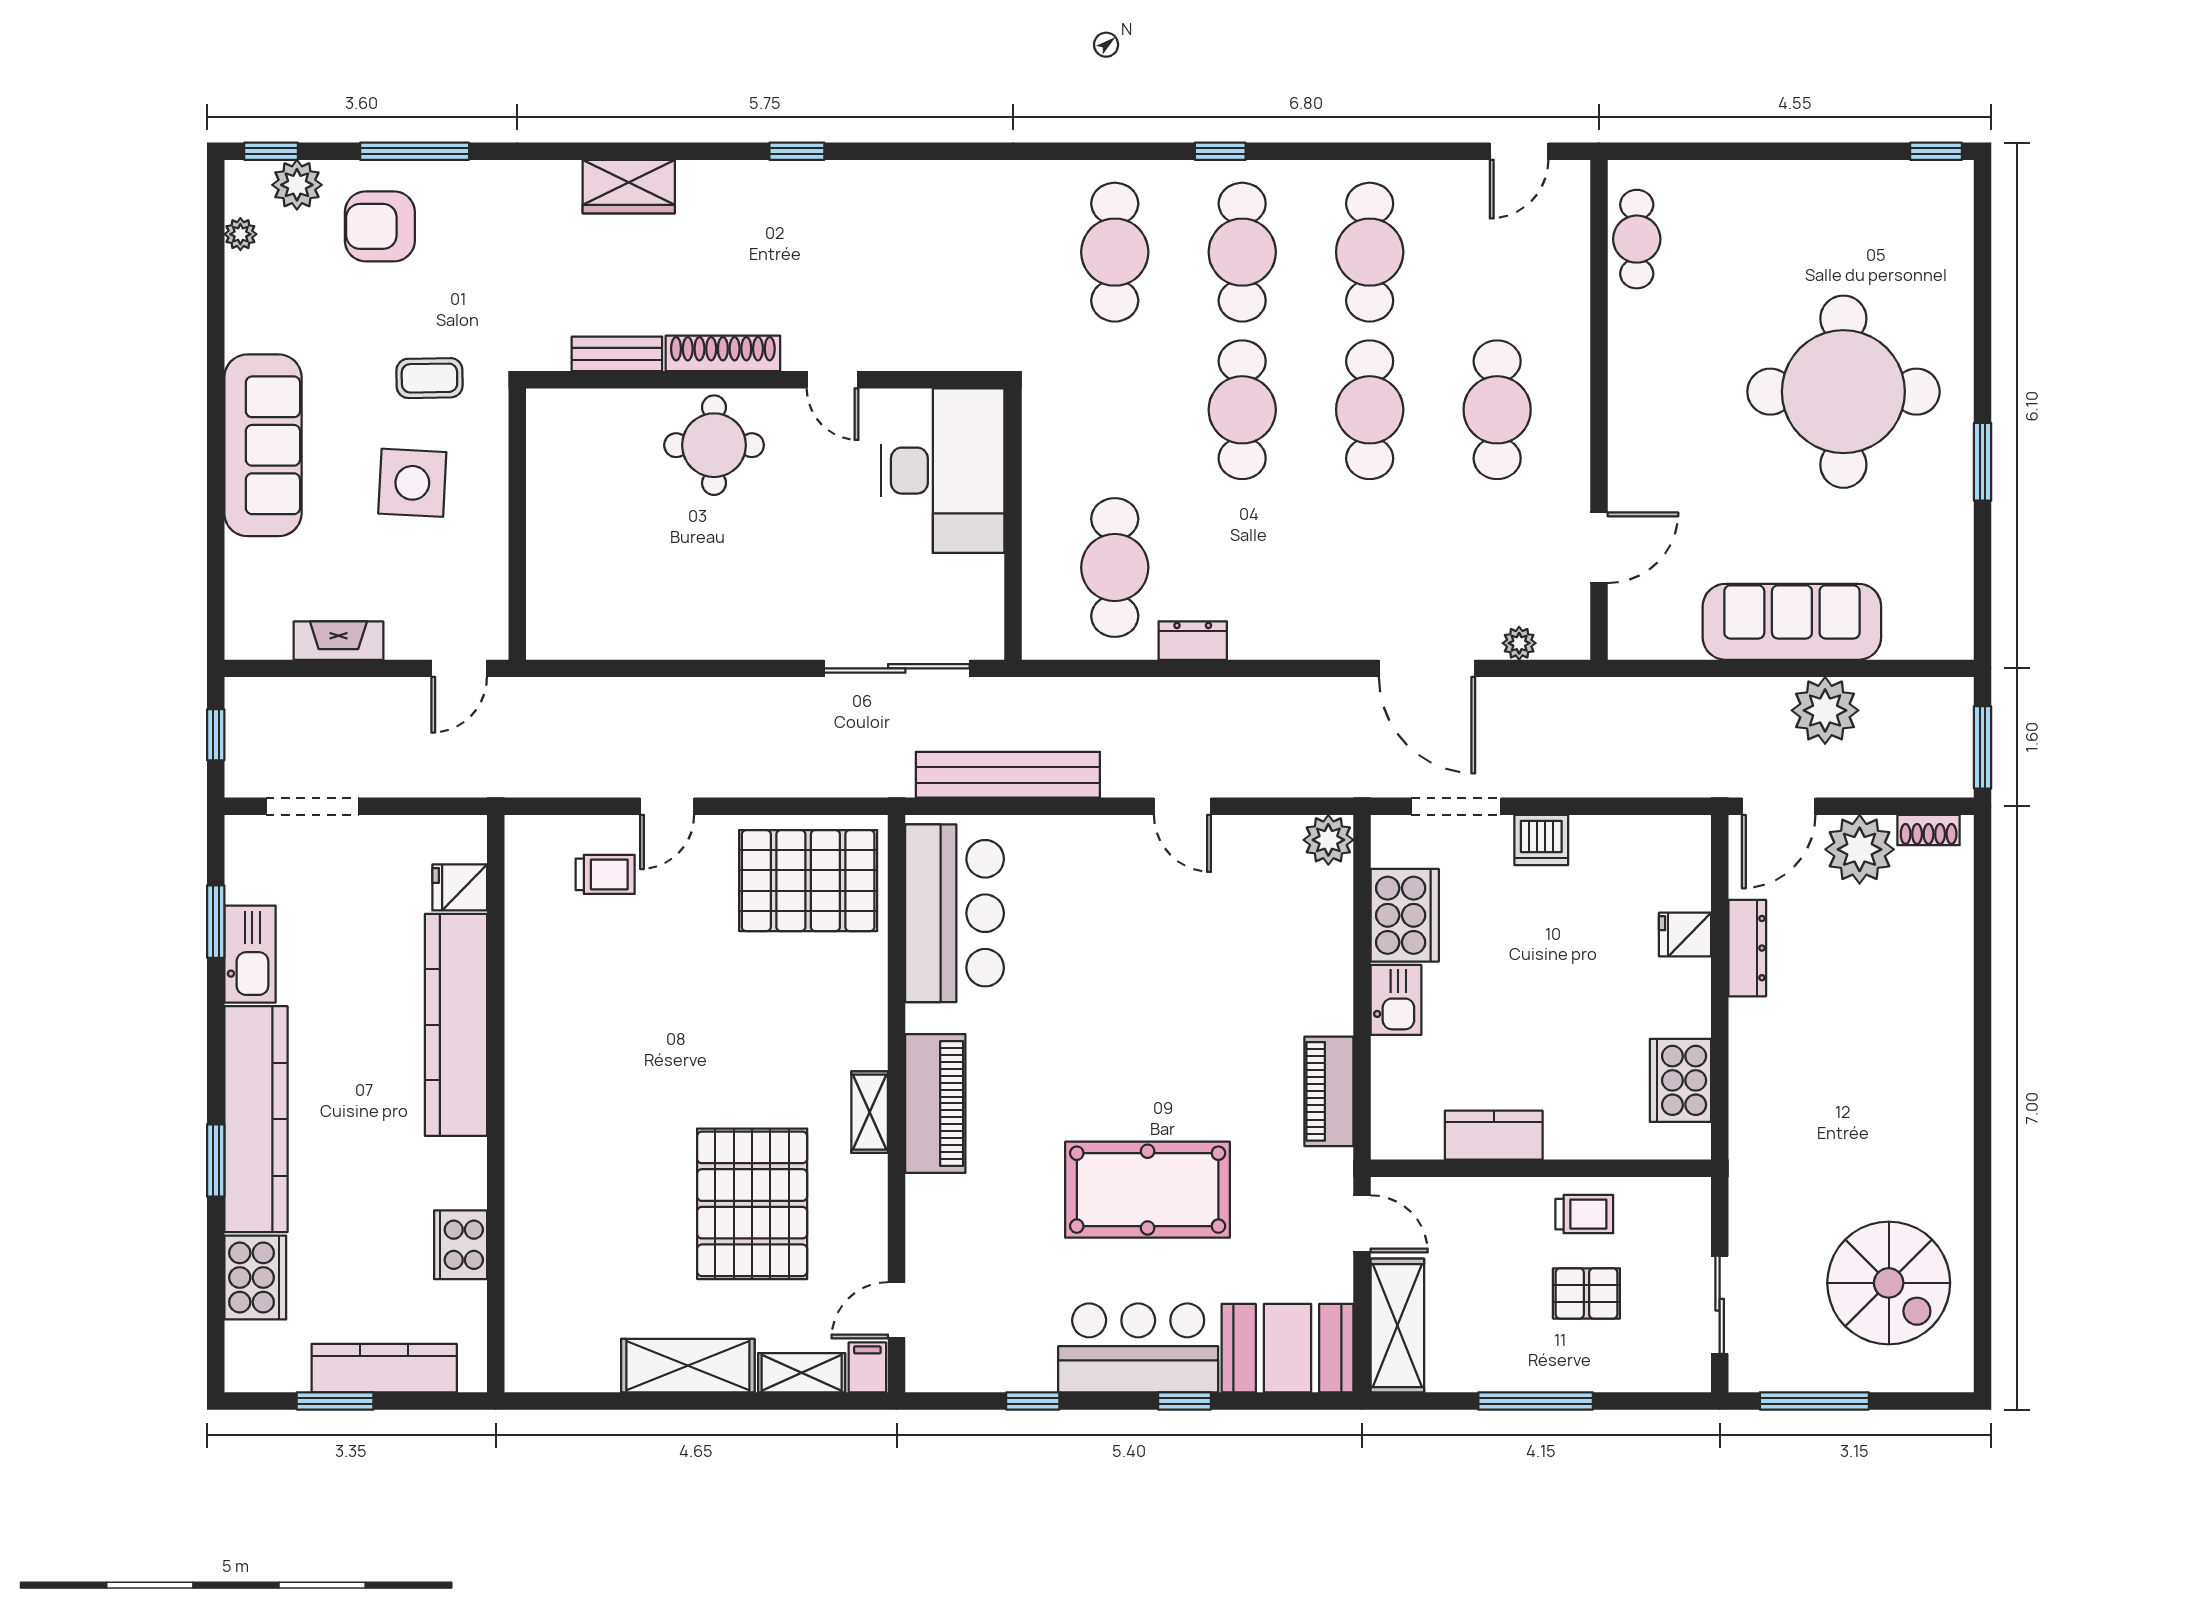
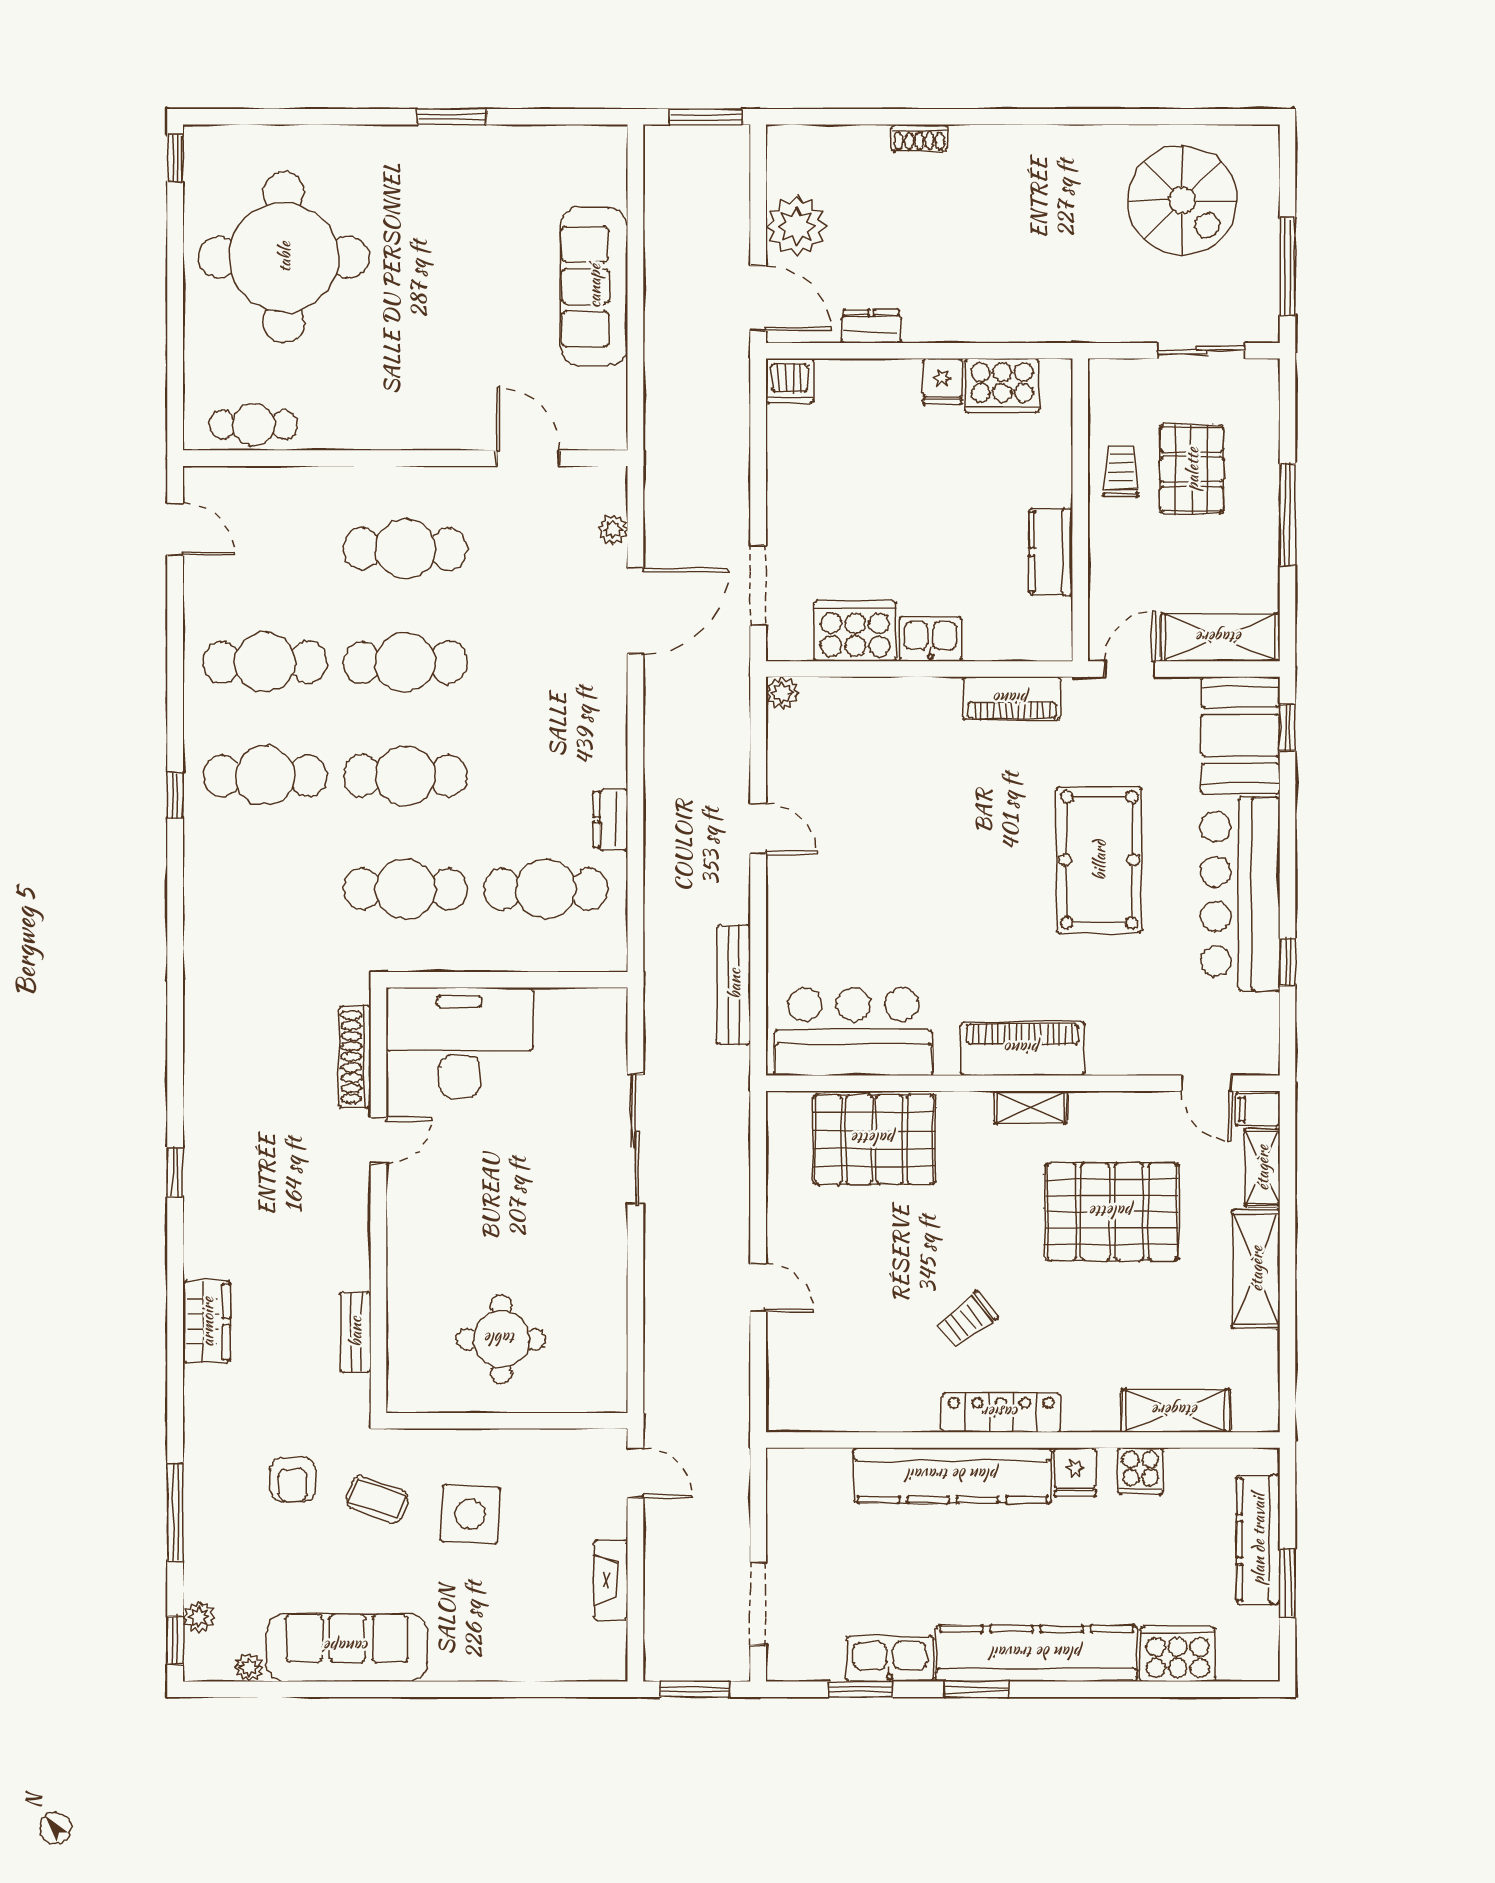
plant: (297, 185) -> (199, 1617), width x0.73, depth x0.73
armchair: (380, 226) -> (293, 1480), moved, width x0.72, depth x0.72
cafe table: (1115, 252) -> (405, 889), moved
shoe rack: (723, 353) -> (355, 1057), moved
coffee table: (429, 378) -> (377, 1499), turned -69
round table: (1843, 392) -> (284, 257), moved
sofa: (263, 445) -> (347, 1647), moved
round table: (714, 445) -> (501, 1339), moved
sliding door: (897, 668) -> (635, 1139), moved
plant: (1825, 710) -> (673, 257), removed
window: (216, 735) -> (695, 1689), width x1.50
bench: (1008, 775) -> (734, 984), width x0.73, depth x0.82
door: (1182, 806) -> (758, 829), hinge flipped
shoe rack: (1929, 830) -> (919, 138), moved, turned 90
plant: (1328, 840) -> (782, 693), width x0.73, depth x0.73
dishwasher: (1541, 840) -> (790, 381), moved, turned 90
trolley: (605, 874) -> (967, 1320), moved, turned -128
pallet: (808, 881) -> (874, 1139), moved, turned 90
fridge: (460, 887) -> (1075, 1472), moved
fridge: (1685, 935) -> (943, 382), moved
dresser: (1747, 948) -> (871, 326), width x0.70
locker: (526, 1079) -> (1001, 1413), added
window: (216, 1161) -> (977, 1689), moved
cooker: (461, 1245) -> (1140, 1471), width x0.73
shelving: (529, 1276) -> (1176, 1411), added
spiral stairs: (1889, 1283) -> (1182, 200), turned 90
pallet: (1586, 1293) -> (1192, 469), width x1.50, depth x1.42
bar counter: (1138, 1348) -> (1240, 894), width x1.36
window: (1184, 1401) -> (1287, 727), moved

